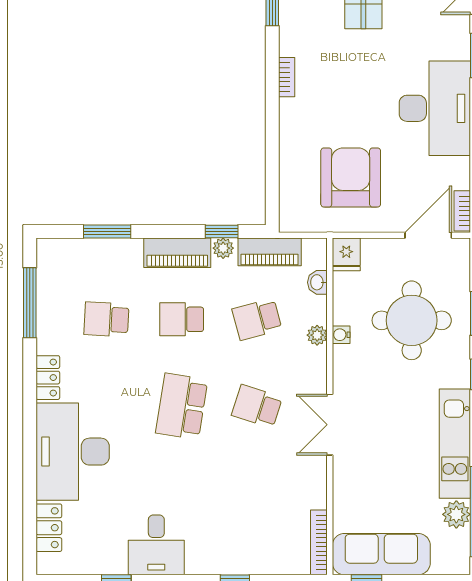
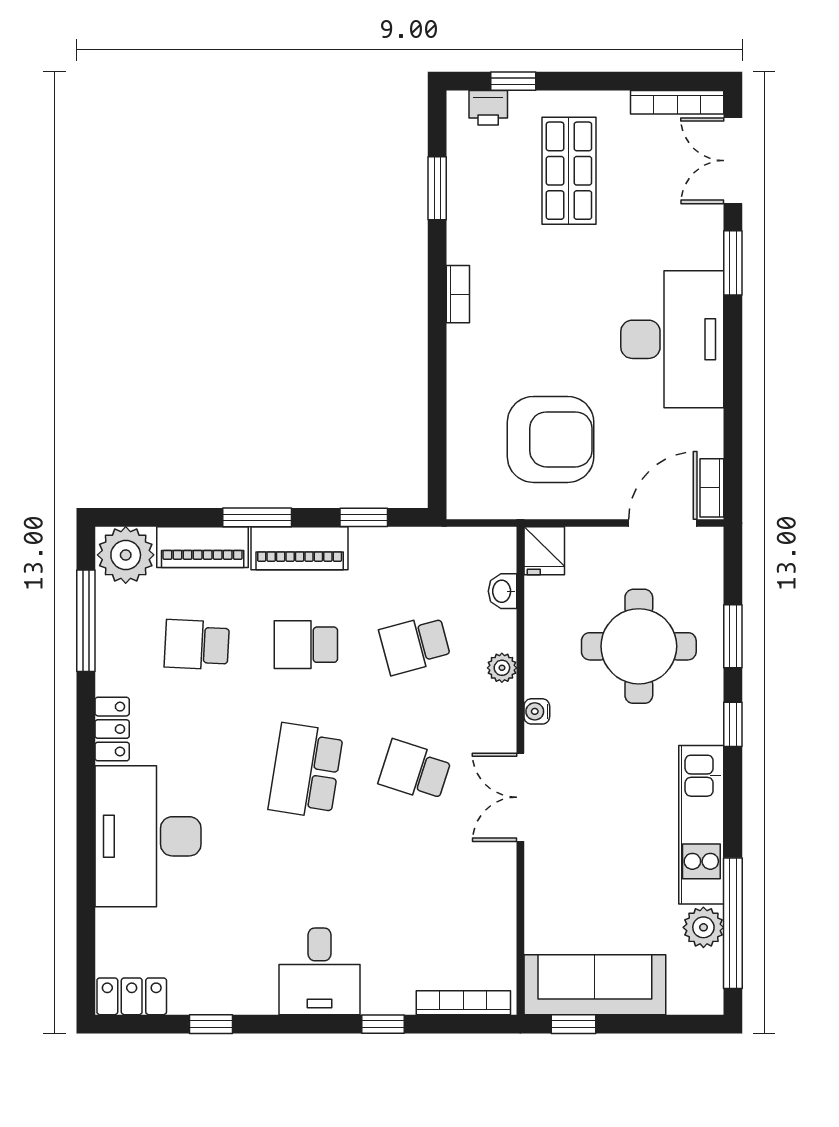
armchair: (351, 177) -> (551, 439), turned 90
window: (107, 231) -> (257, 517), moved
plant: (223, 248) -> (126, 555), moved, width x1.87, depth x1.87
piano: (270, 252) -> (203, 547), moved
water cooler: (341, 335) -> (537, 711), moved
locker: (49, 528) -> (132, 996), moved, turned -90
bookcase: (319, 542) -> (463, 1003), moved, turned 90
desk: (156, 545) -> (319, 971), moved

